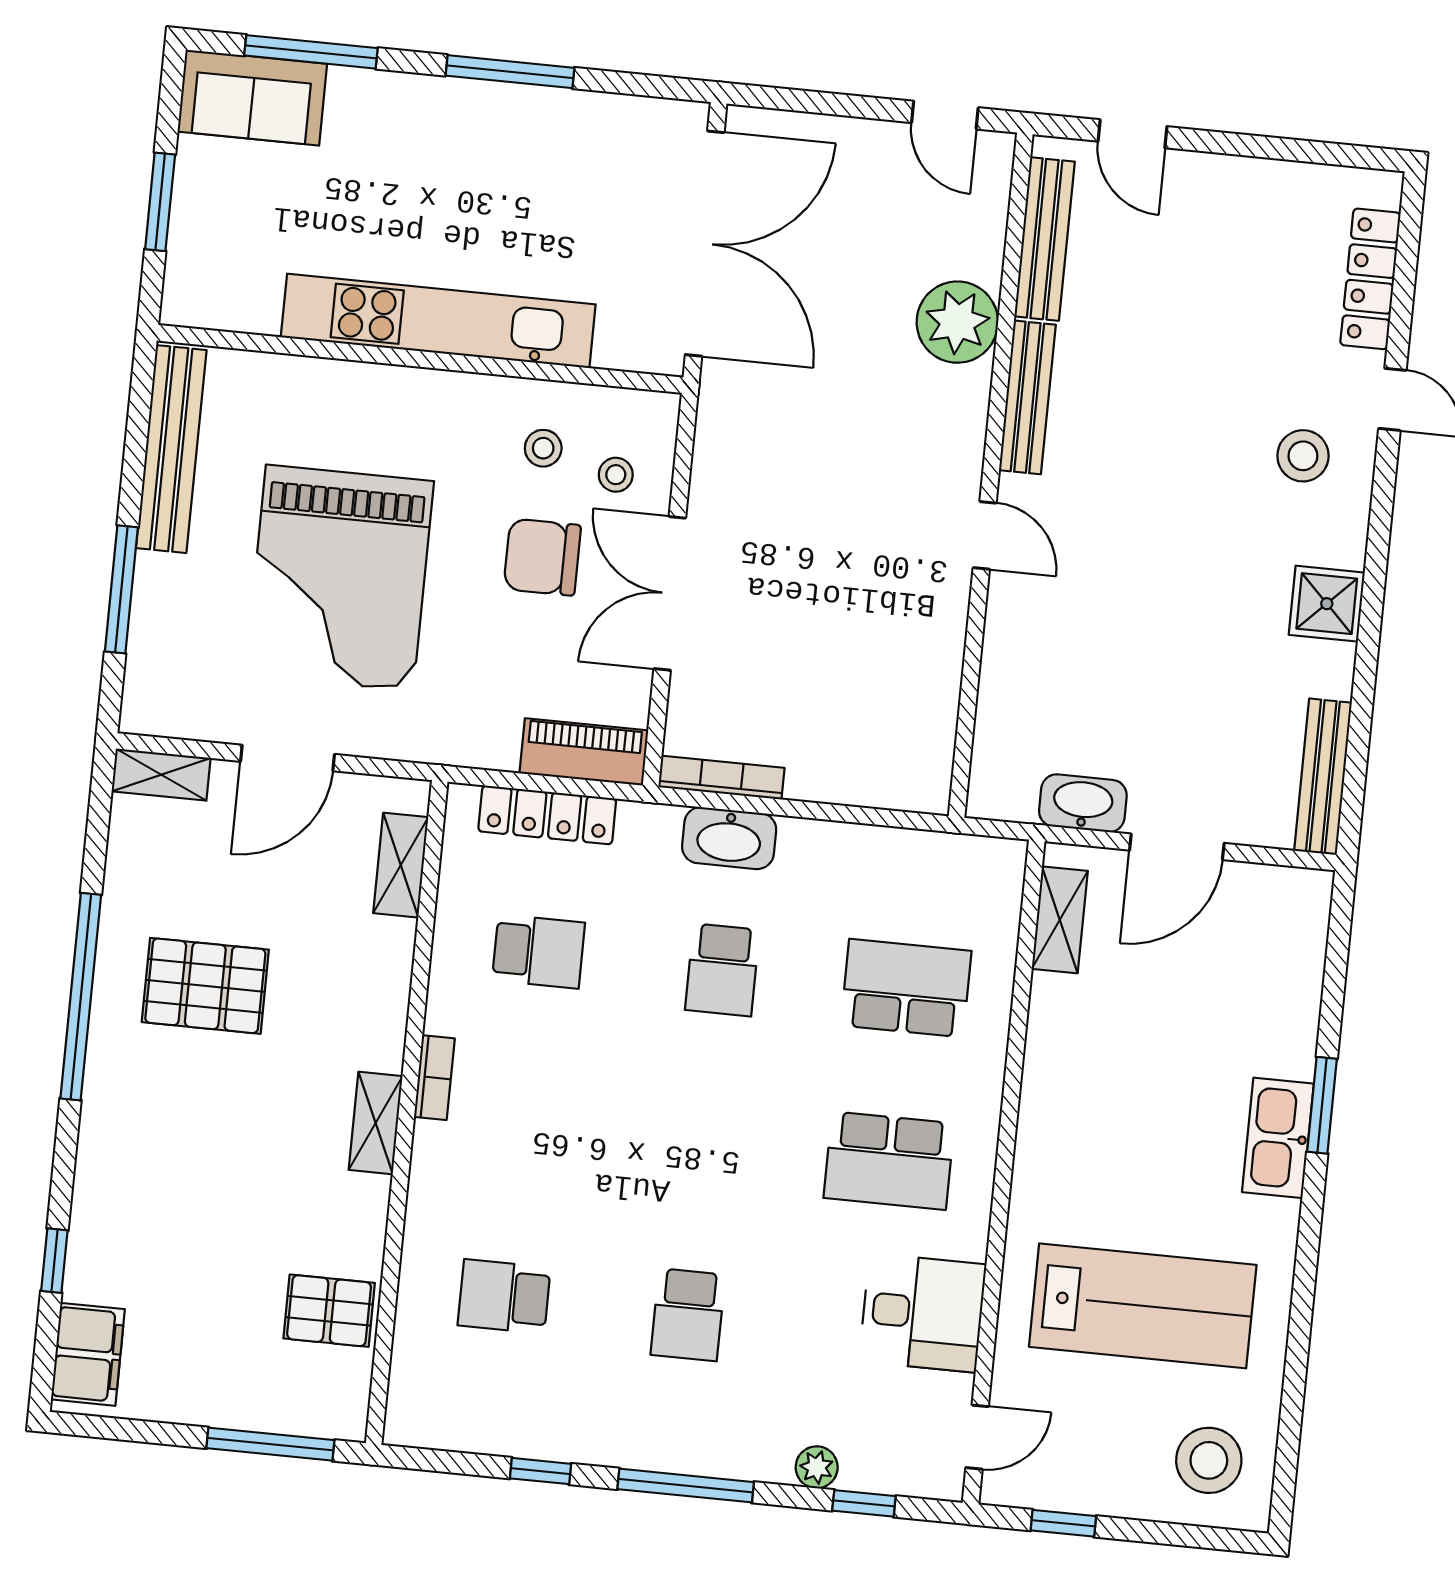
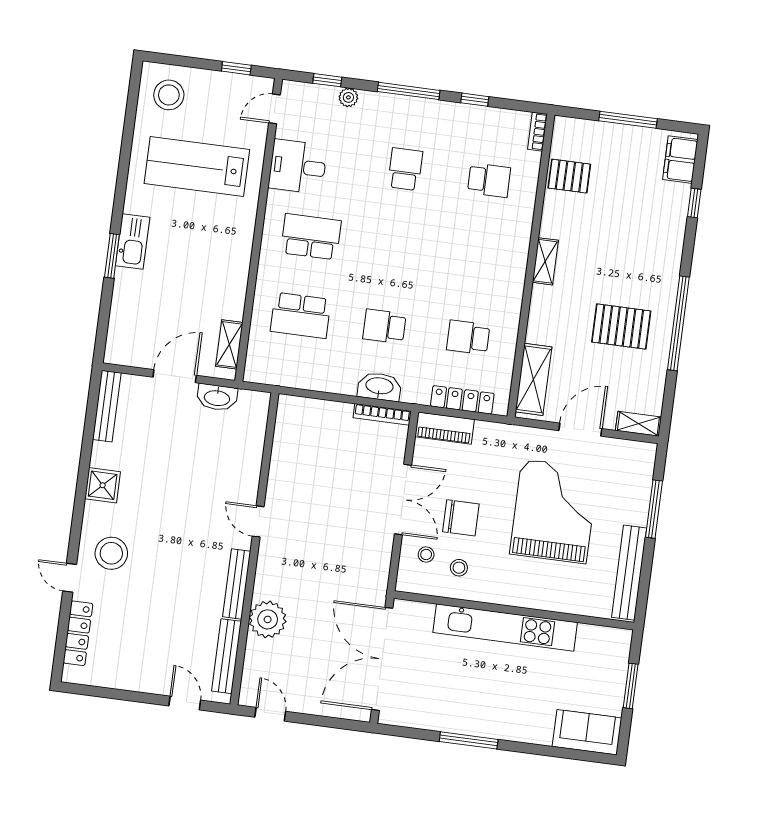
window: (311, 52) -> (559, 752), removed
stool: (1303, 456) -> (111, 553), width x1.38, depth x1.38
shelving: (401, 865) -> (533, 379), width x1.50, depth x1.33
school desk: (722, 970) -> (384, 326), turned -90
bookcase: (434, 1078) -> (537, 132), moved
window: (270, 1444) -> (628, 120), moved

